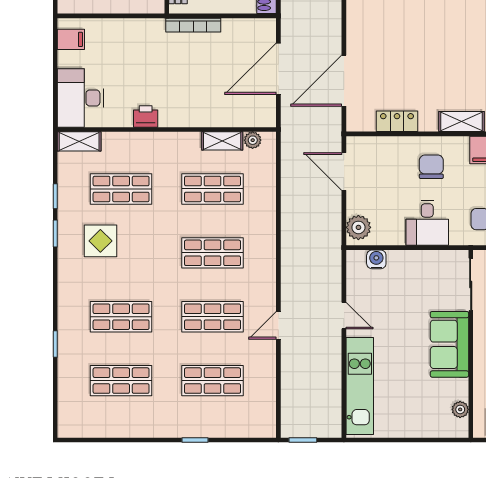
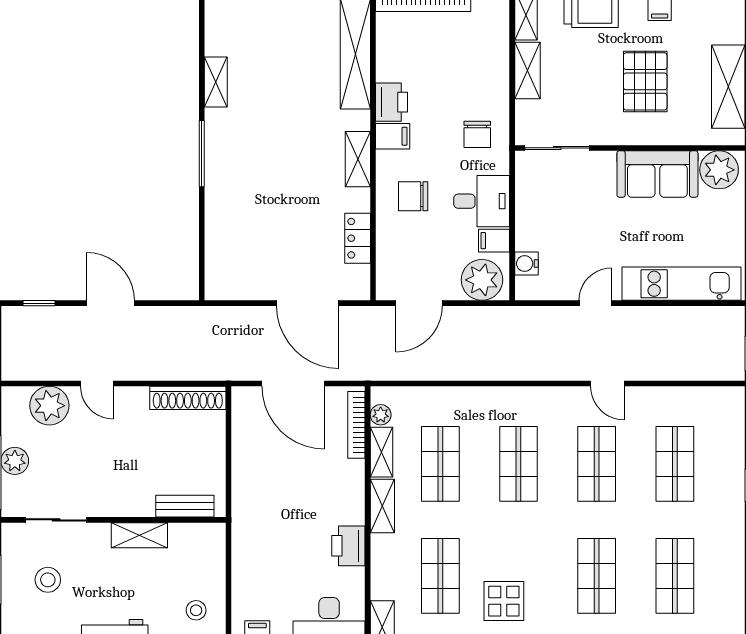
bookcase: (193, 25) -> (356, 425), moved, turned 180
printer: (146, 116) -> (348, 546), width x1.36, depth x1.24
shelving: (178, 142) -> (382, 506), added
plant: (358, 227) -> (482, 280), width x1.36, depth x1.36
filing cabinet: (395, 233) -> (494, 241), added
sofa: (449, 344) -> (657, 174), moved
plant: (460, 409) -> (719, 170), width x1.88, depth x1.88

